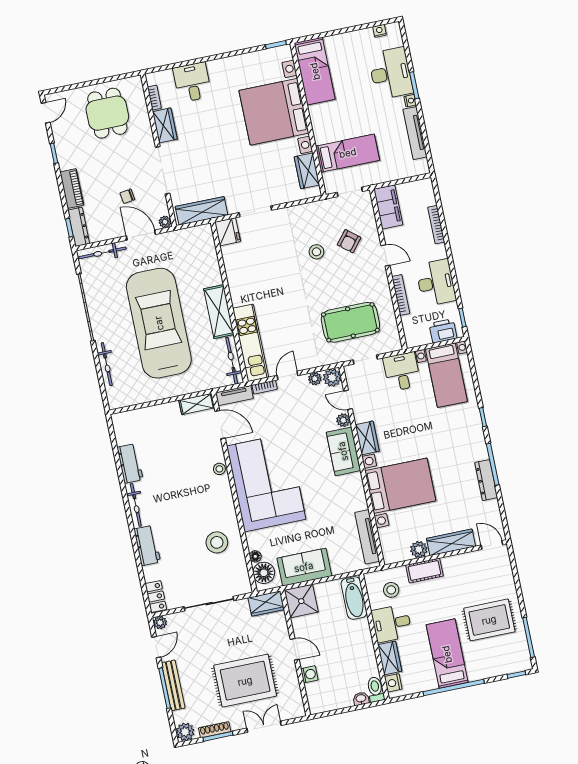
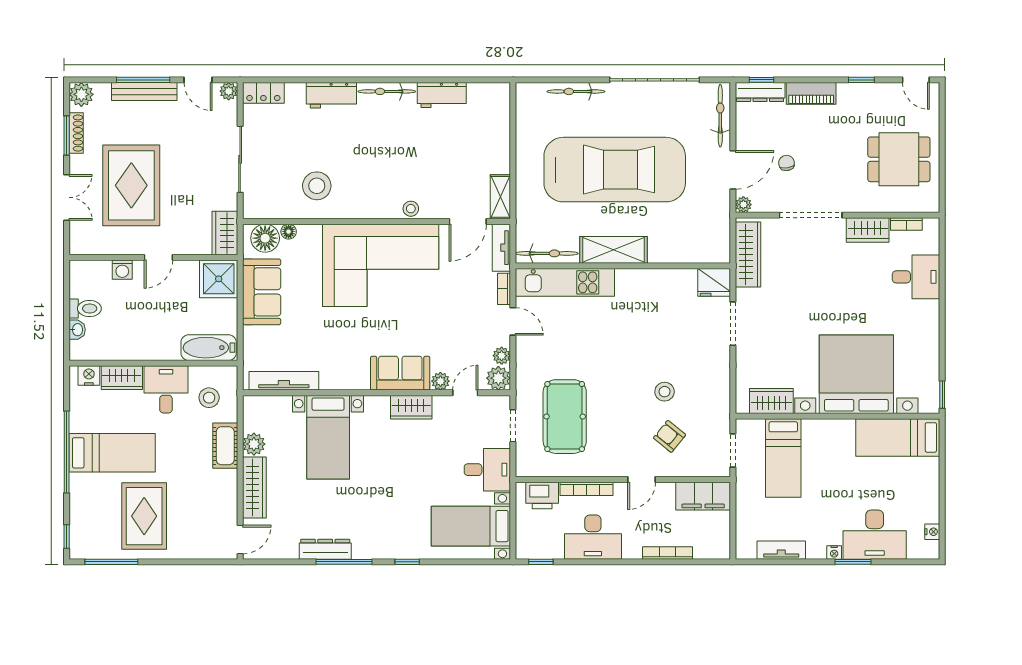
tv unit: (415, 133) -> (781, 550), width x0.71
printer: (443, 331) -> (542, 495), moved, turned 90
bed with nightstands: (400, 486) -> (328, 437), width x0.73
toilet: (375, 689) -> (85, 309), moved

